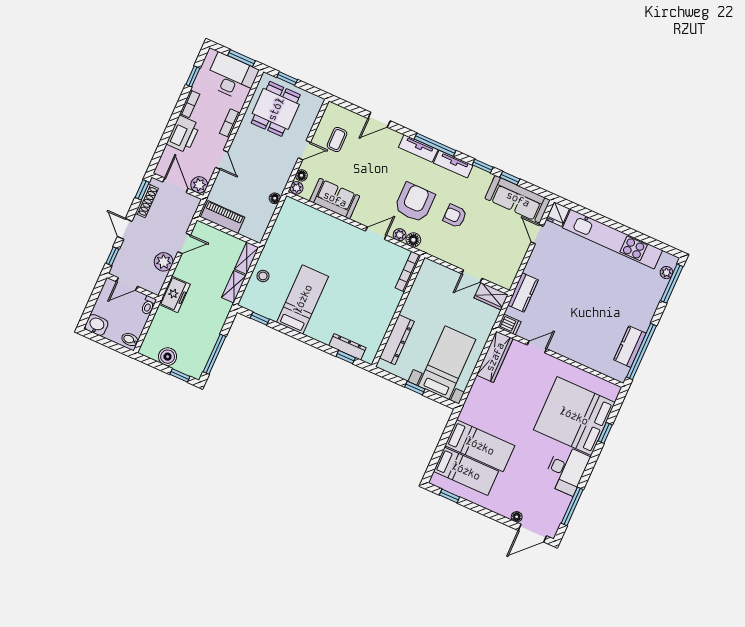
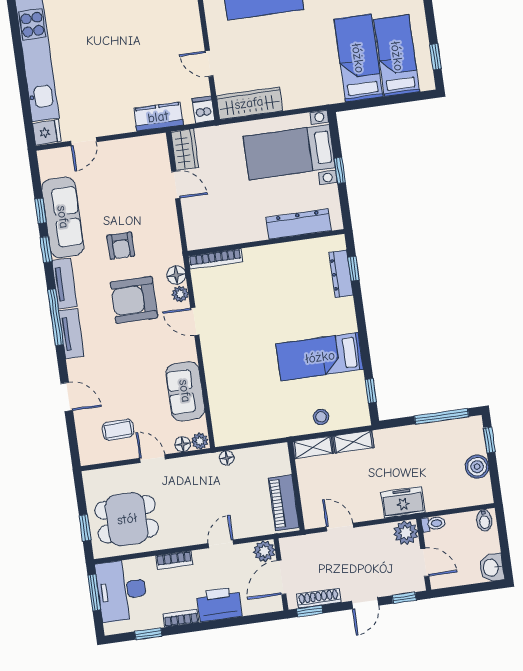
sofa: (518, 199) -> (63, 217), moved
plant: (164, 262) -> (406, 533), moved

